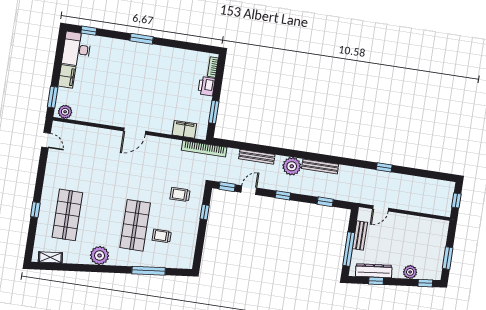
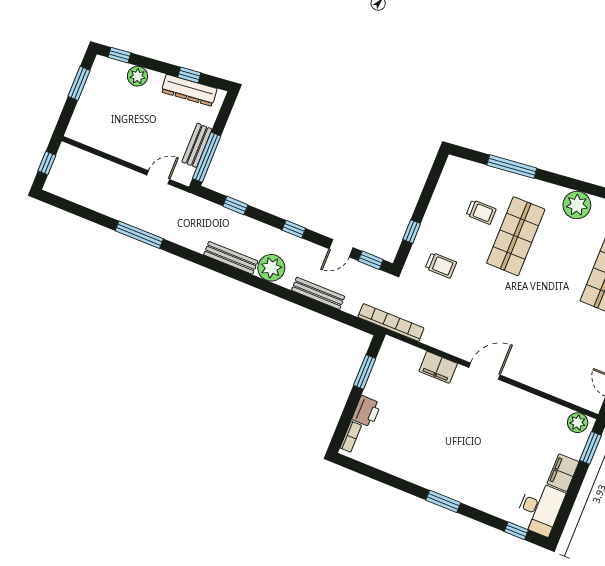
filing cabinet: (184, 129) -> (438, 367), moved
window: (384, 167) -> (139, 235), width x2.17
window: (349, 249) -> (207, 157), moved

